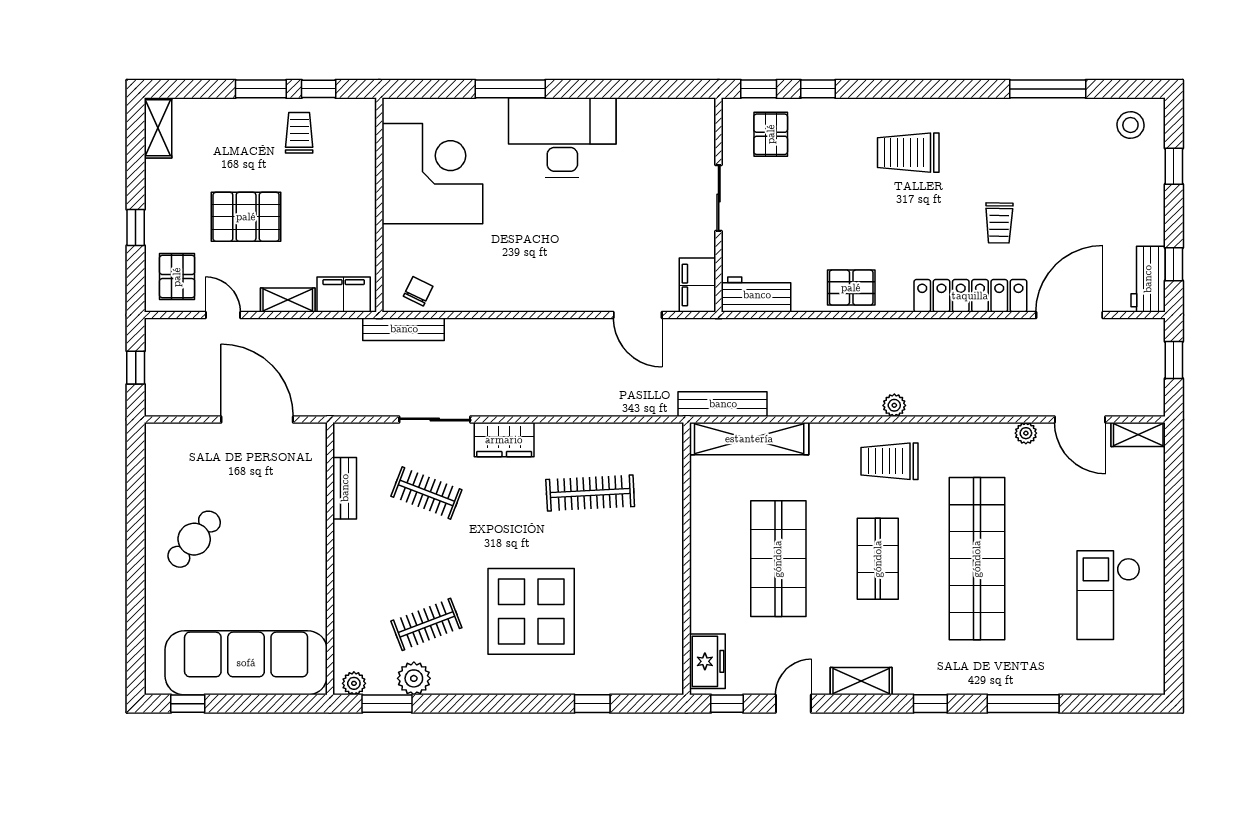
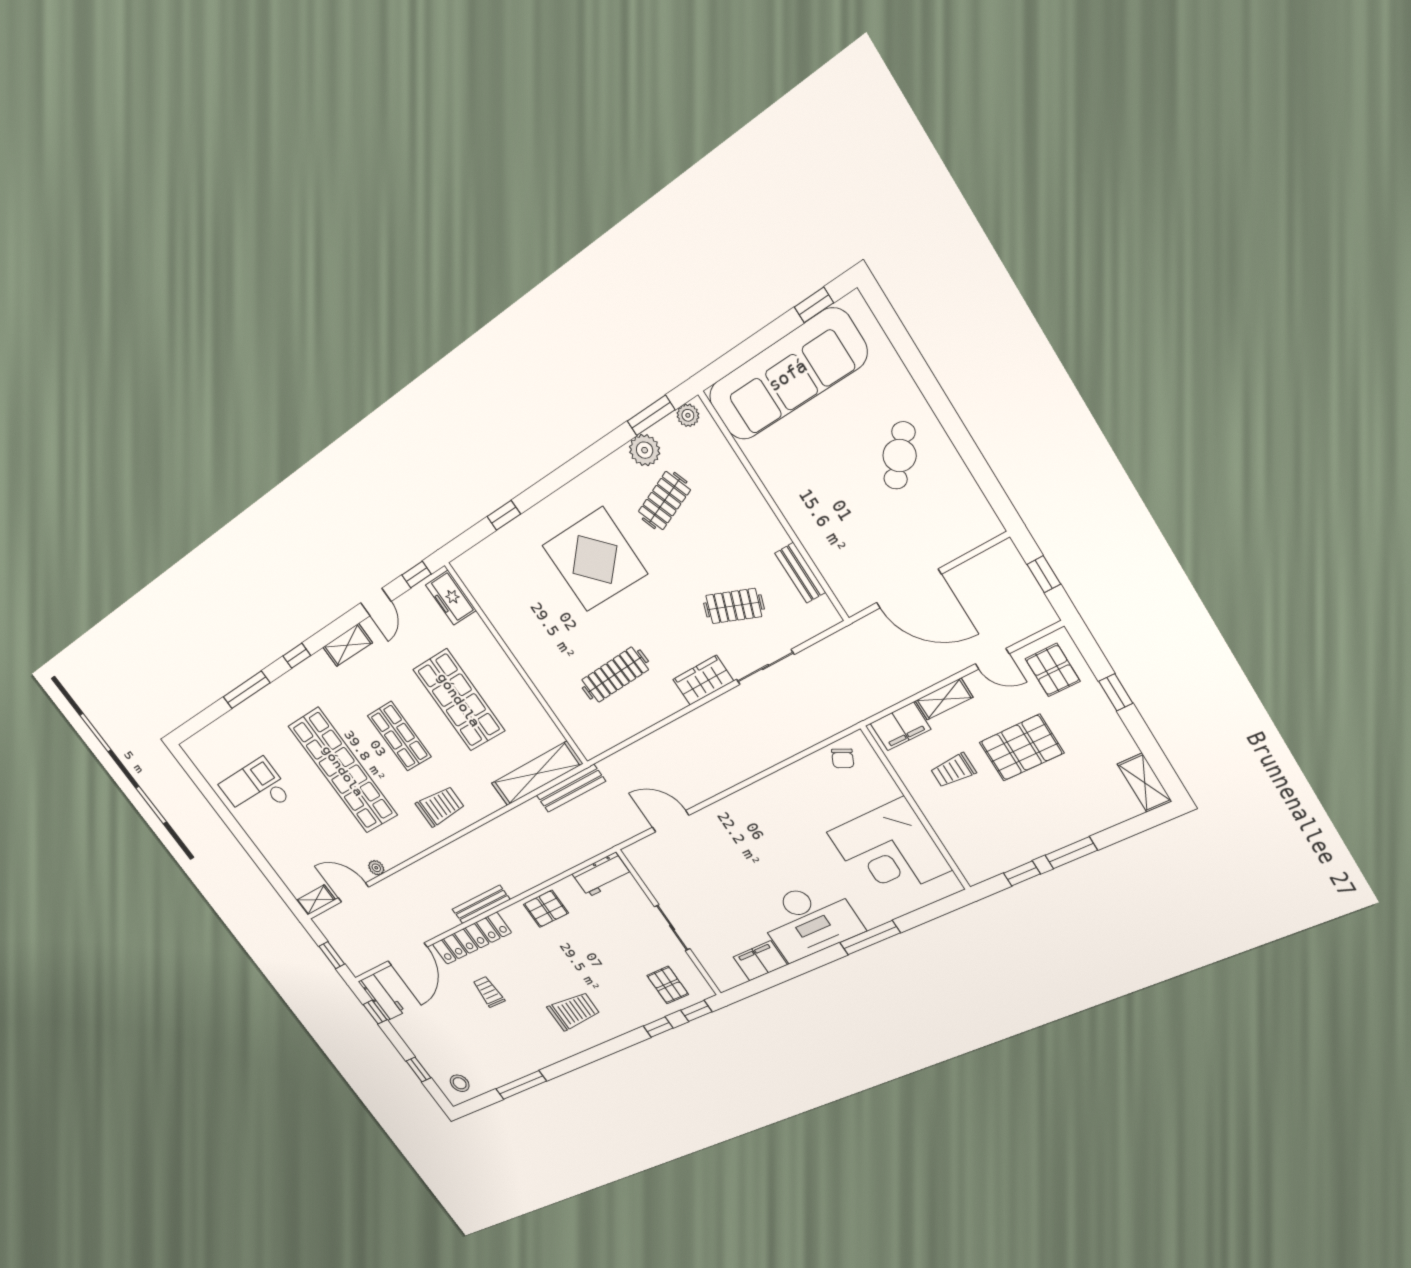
trolley: (299, 133) -> (953, 770), moved, turned 90
filing cabinet: (698, 285) -> (760, 961), moved, turned -90
bench: (404, 329) -> (481, 904), moved
plant: (894, 405) -> (464, 845), removed
checkout: (1108, 595) -> (255, 790), turned -90

